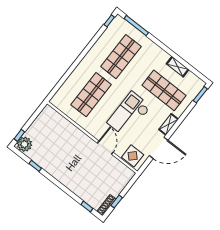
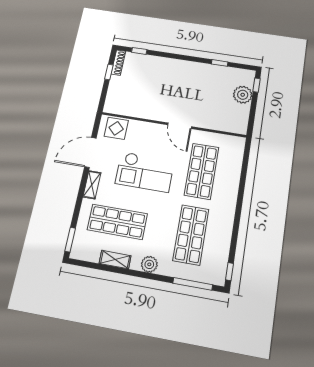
plant: (157, 52) -> (149, 264), added
checkout: (129, 114) -> (145, 172), turned 90
plant: (24, 144) -> (243, 95), moved
door: (105, 148) -> (180, 126), moved

